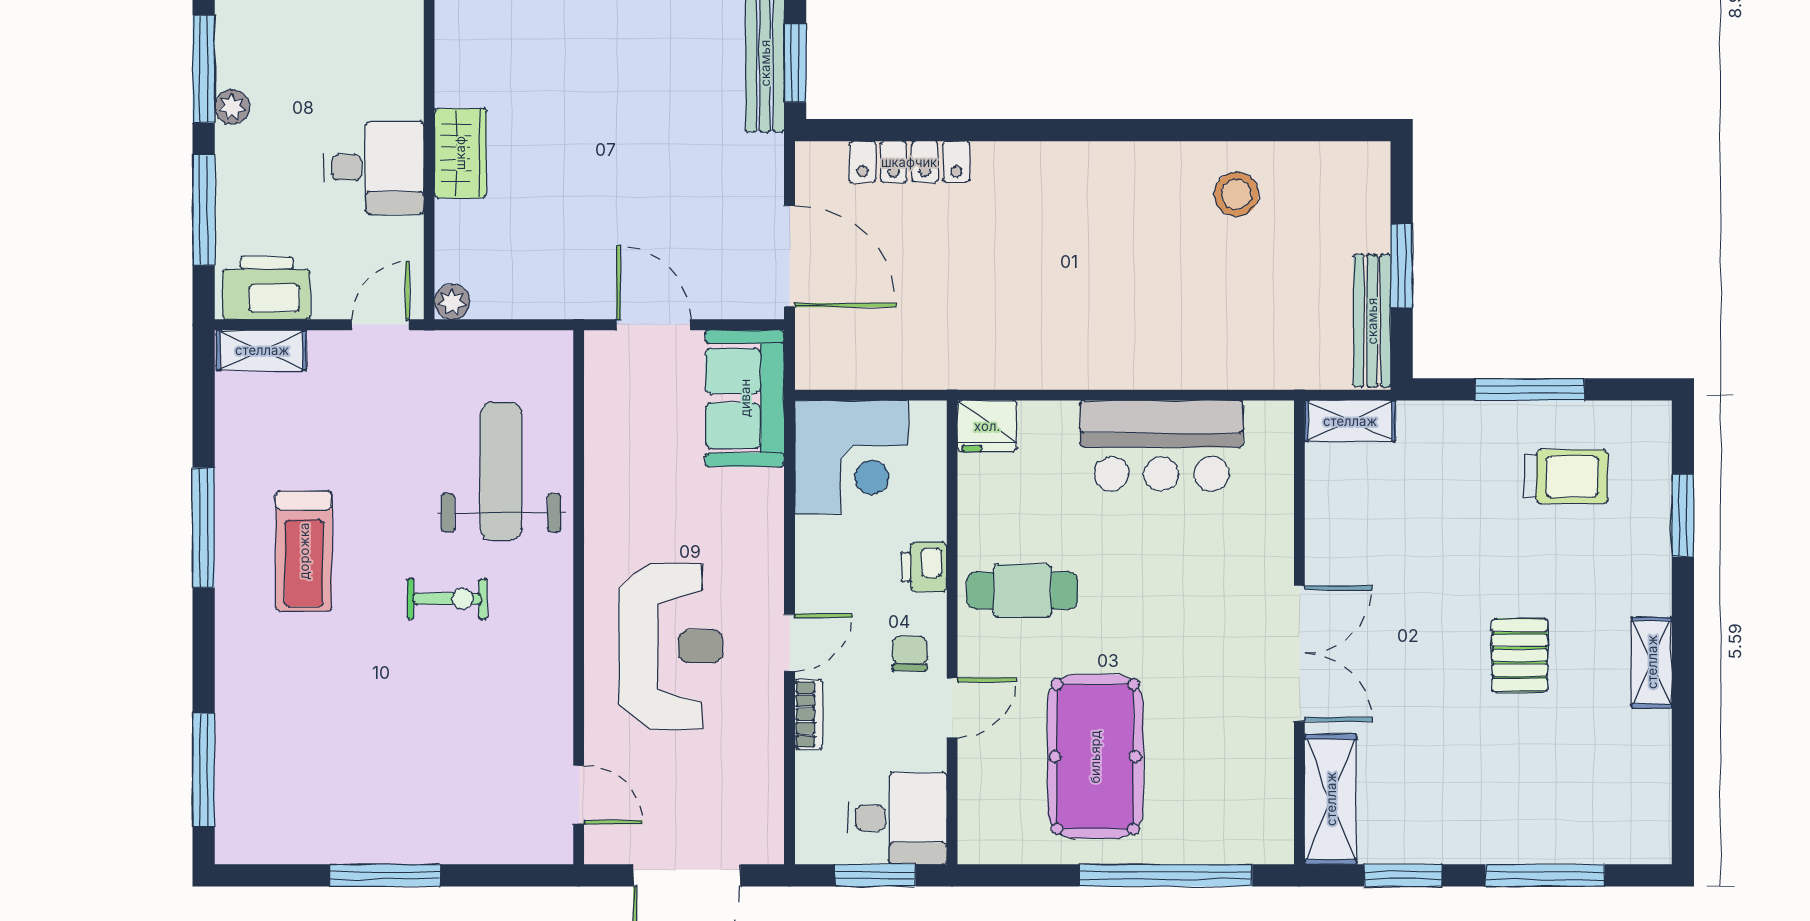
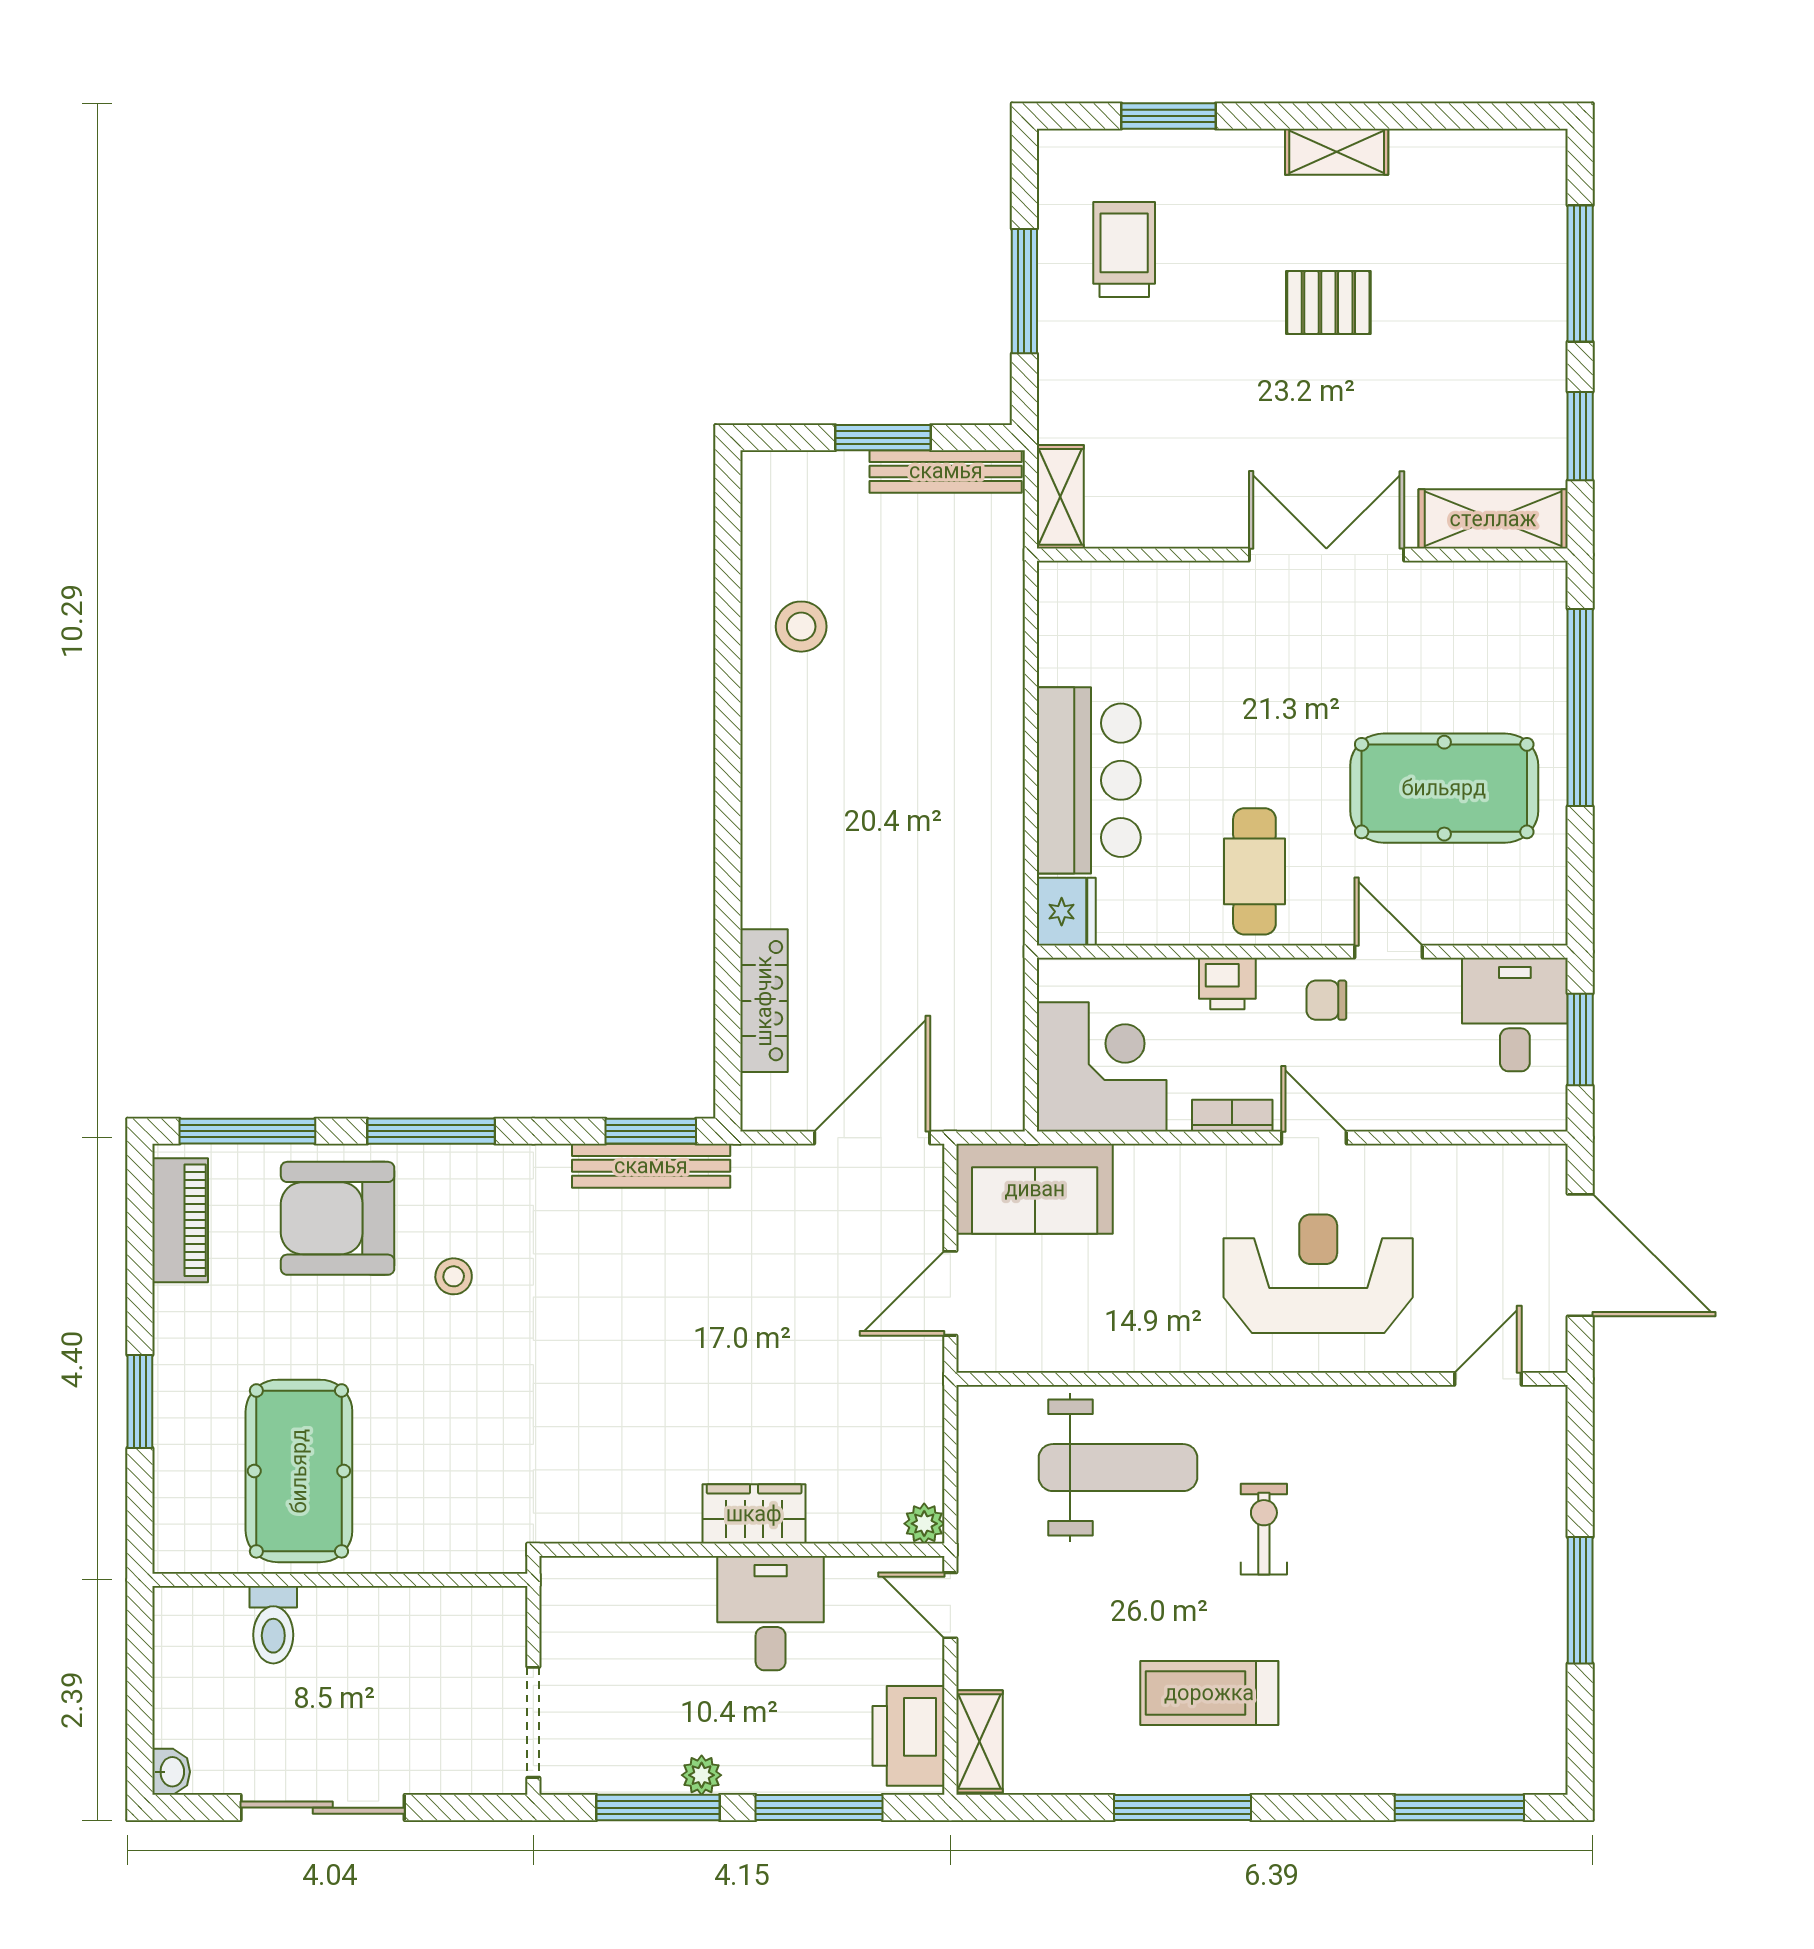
bar counter: (1161, 446) -> (1089, 780), moved
weight bench: (501, 471) -> (1118, 1468), turned 180
treadmill: (304, 551) -> (1209, 1693), turned 180
bookcase: (809, 714) -> (1232, 1116), moved

